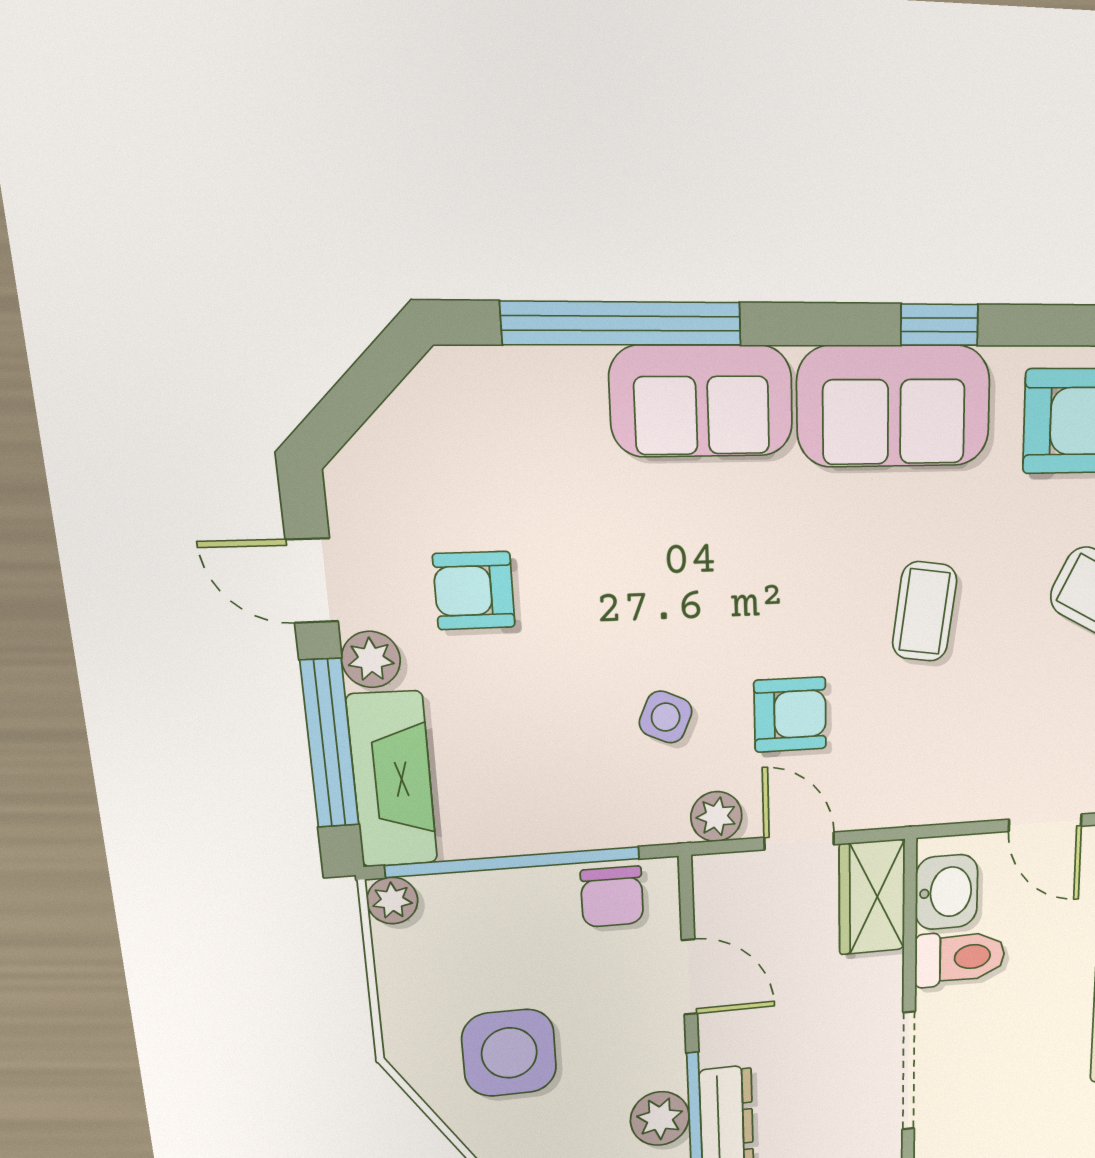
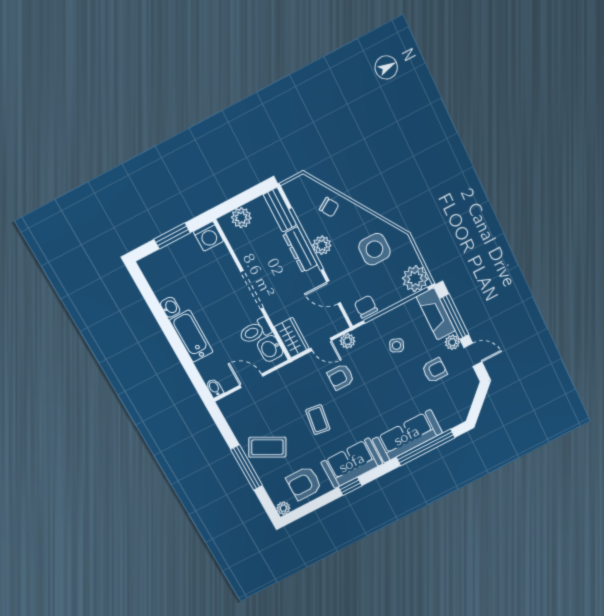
sofa: (702, 401) -> (407, 436), width x1.36
side table: (666, 717) -> (397, 345), moved
plant: (392, 901) -> (415, 279), width x1.88, depth x1.88

